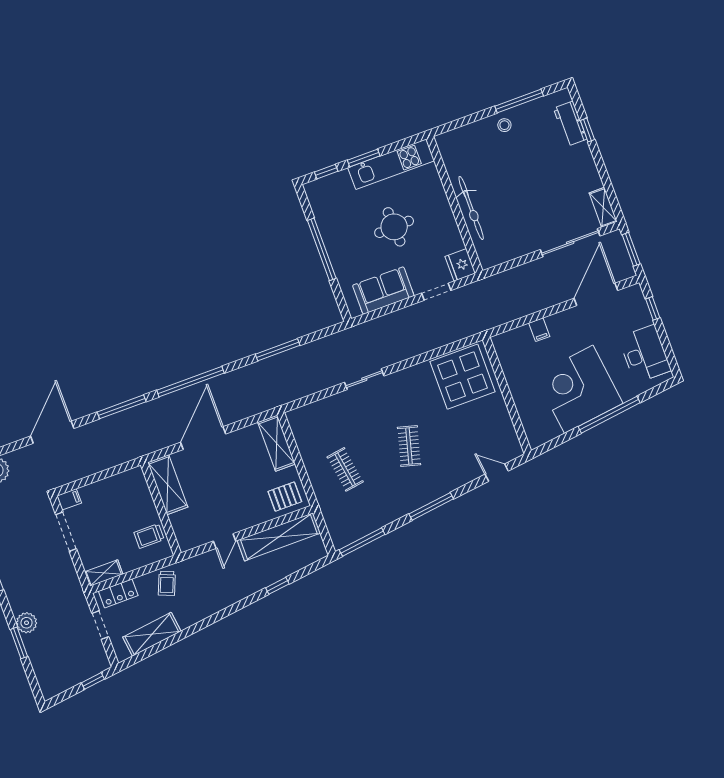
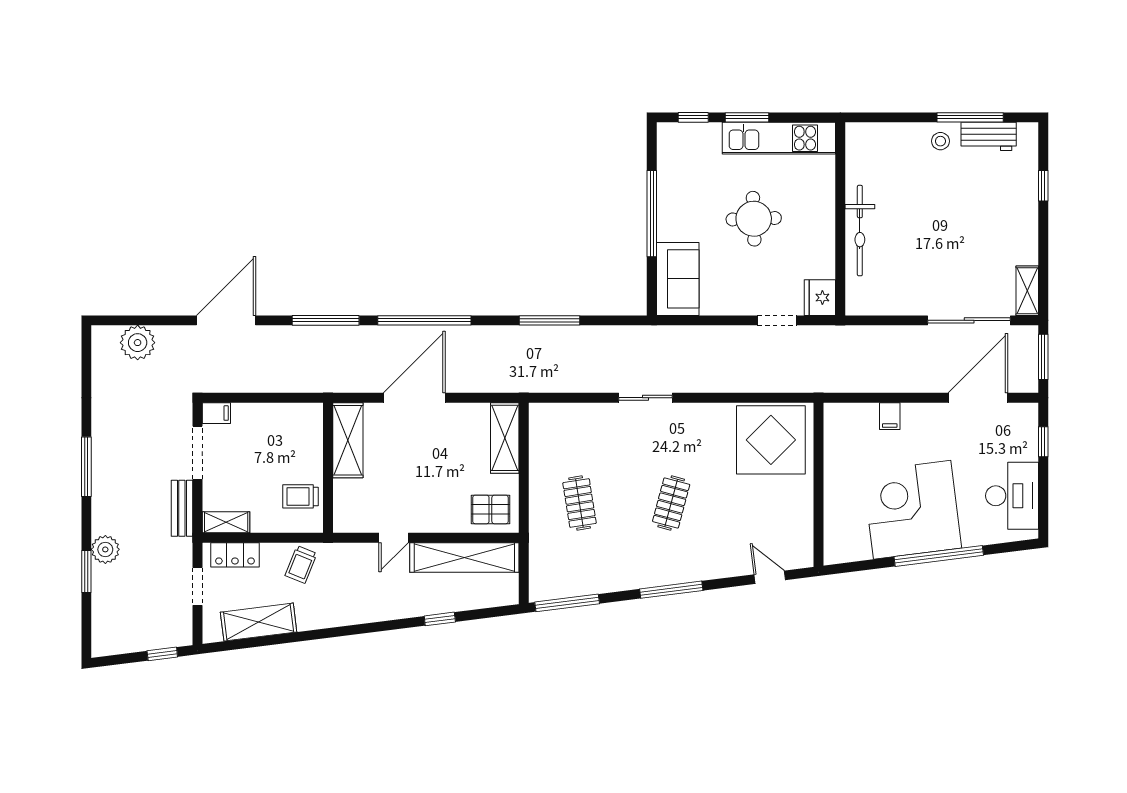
workbench: (570, 124) -> (989, 136), moved, turned -90
sofa: (383, 291) -> (678, 279), moved, turned 90
bench: (69, 574) -> (182, 508), added

